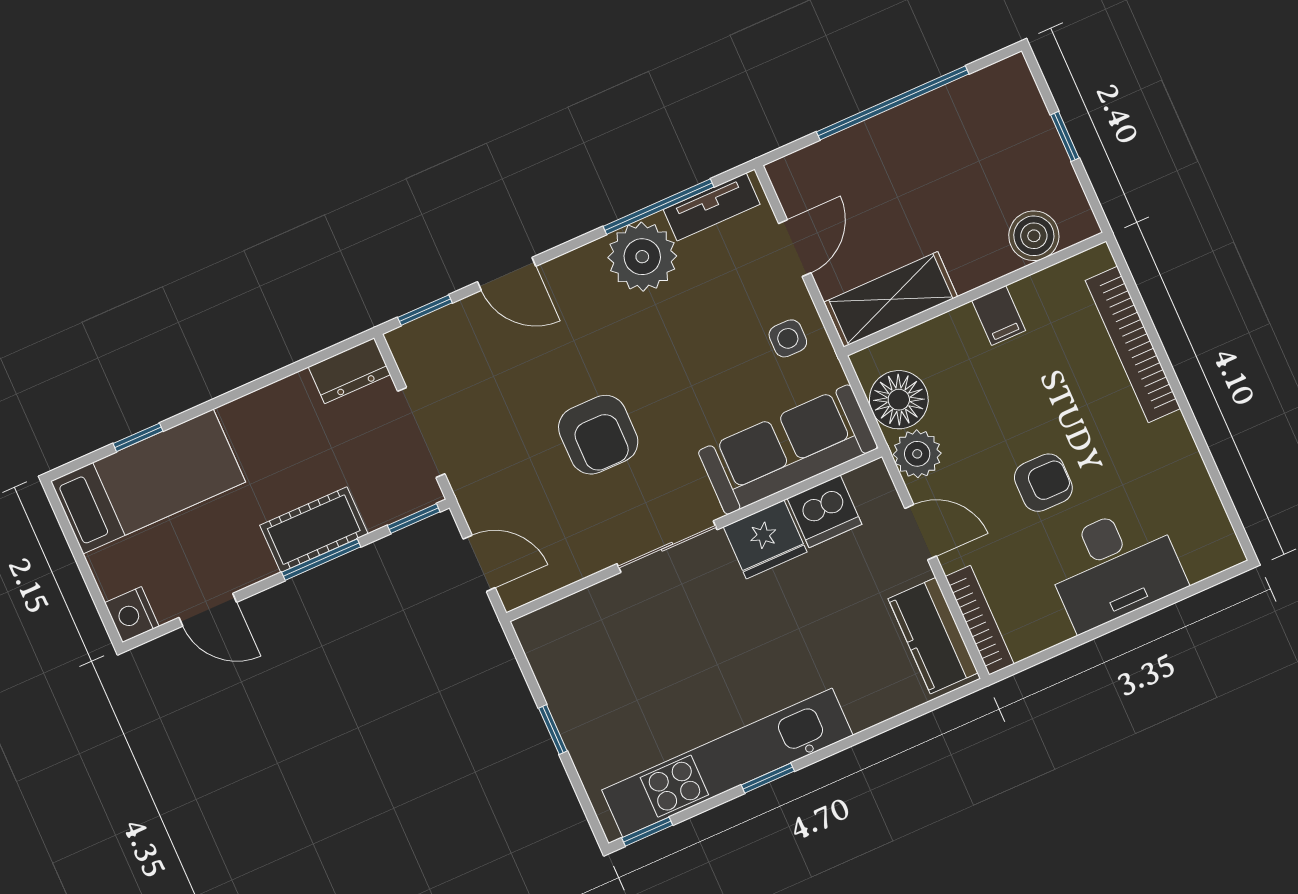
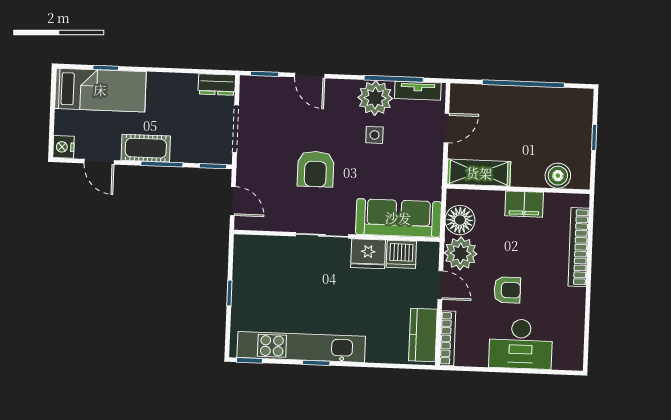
filing cabinet: (999, 315) -> (524, 204), width x2.00
side table: (788, 338) -> (374, 135), moved
plant: (917, 454) -> (461, 253), width x1.36, depth x1.36
cot: (314, 530) -> (146, 148), moved

